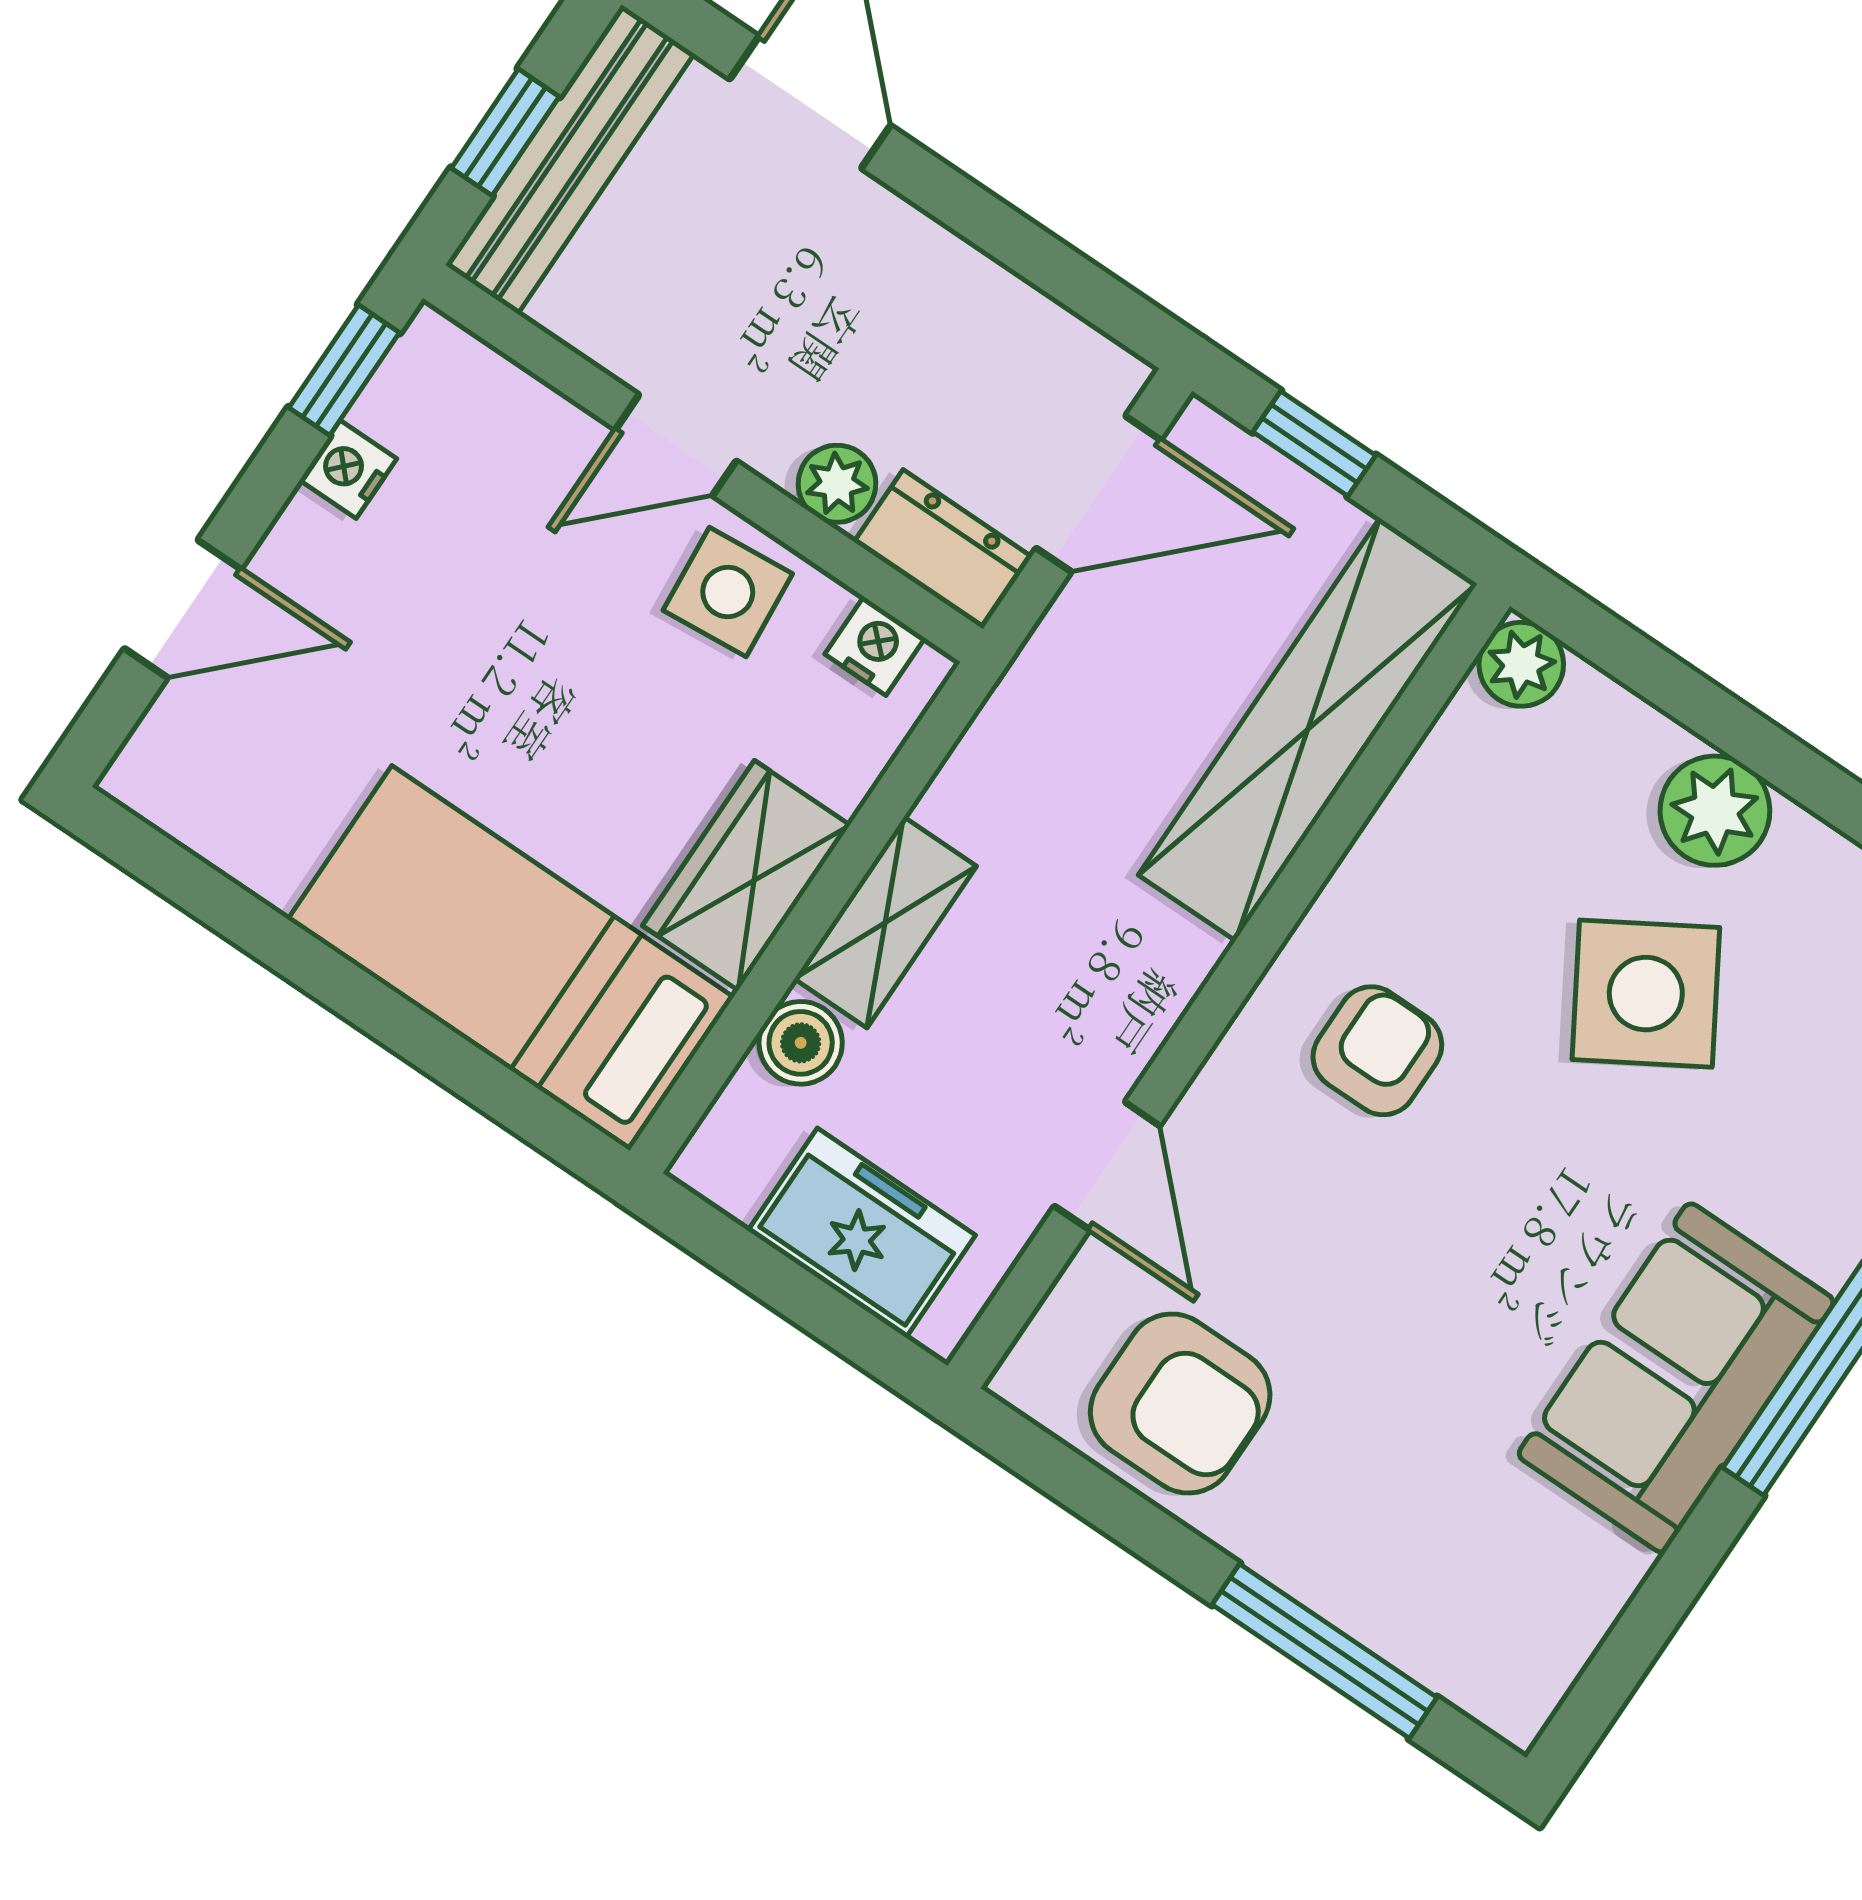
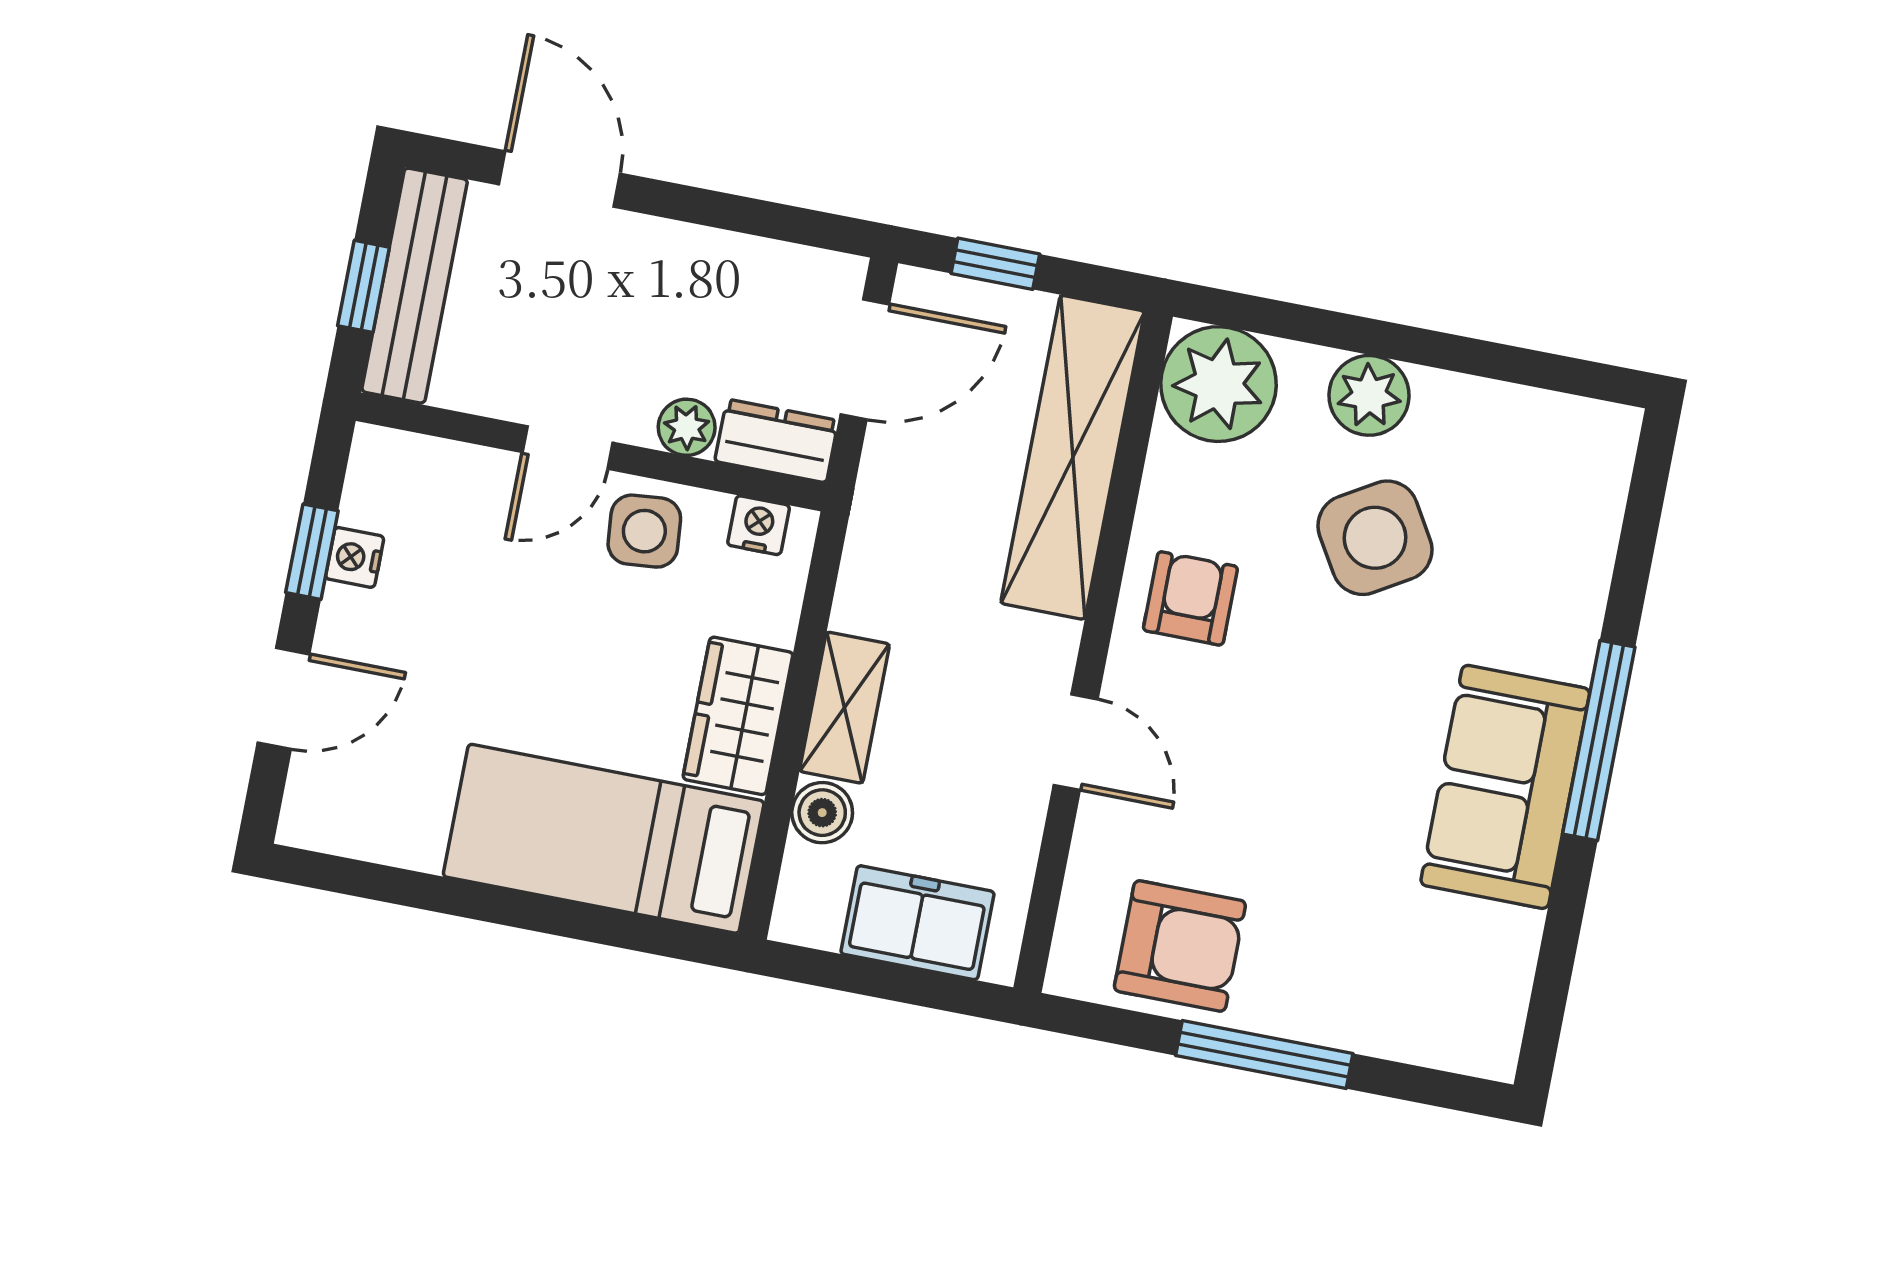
window: (344, 370) -> (312, 552), moved
plant: (1521, 664) -> (1219, 384), width x1.87, depth x1.87
armchair: (1377, 1051) -> (1190, 598), moved
door: (1107, 1166) -> (1076, 742), moved
window: (1325, 1651) -> (1264, 1055), moved

